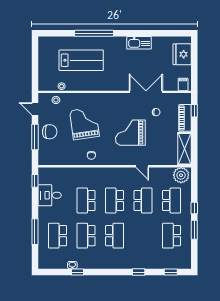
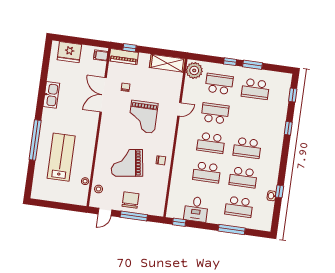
piano: (185, 118) -> (124, 57), moved
school desk: (115, 236) -> (247, 148), turned 180

